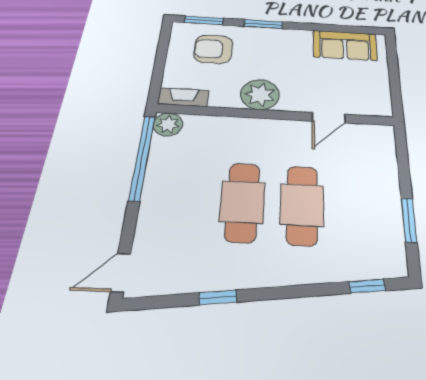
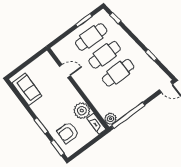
armchair: (213, 49) -> (68, 133), turned 90
plant: (260, 95) -> (82, 111), moved
cafe table: (361, 208) -> (91, 37), added

